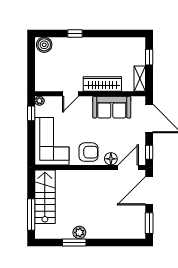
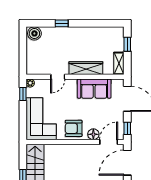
armchair: (88, 152) -> (74, 128), turned 180

